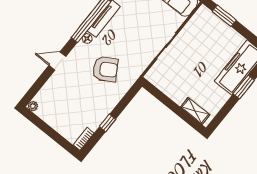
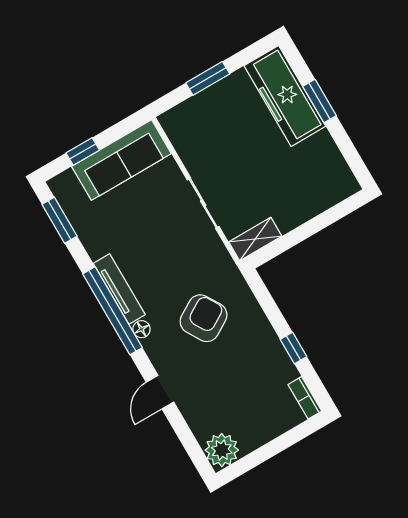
window: (224, 16) -> (208, 78), moved
plant: (33, 106) -> (222, 450), width x1.87, depth x1.87
shelving: (195, 111) -> (255, 239), moved

